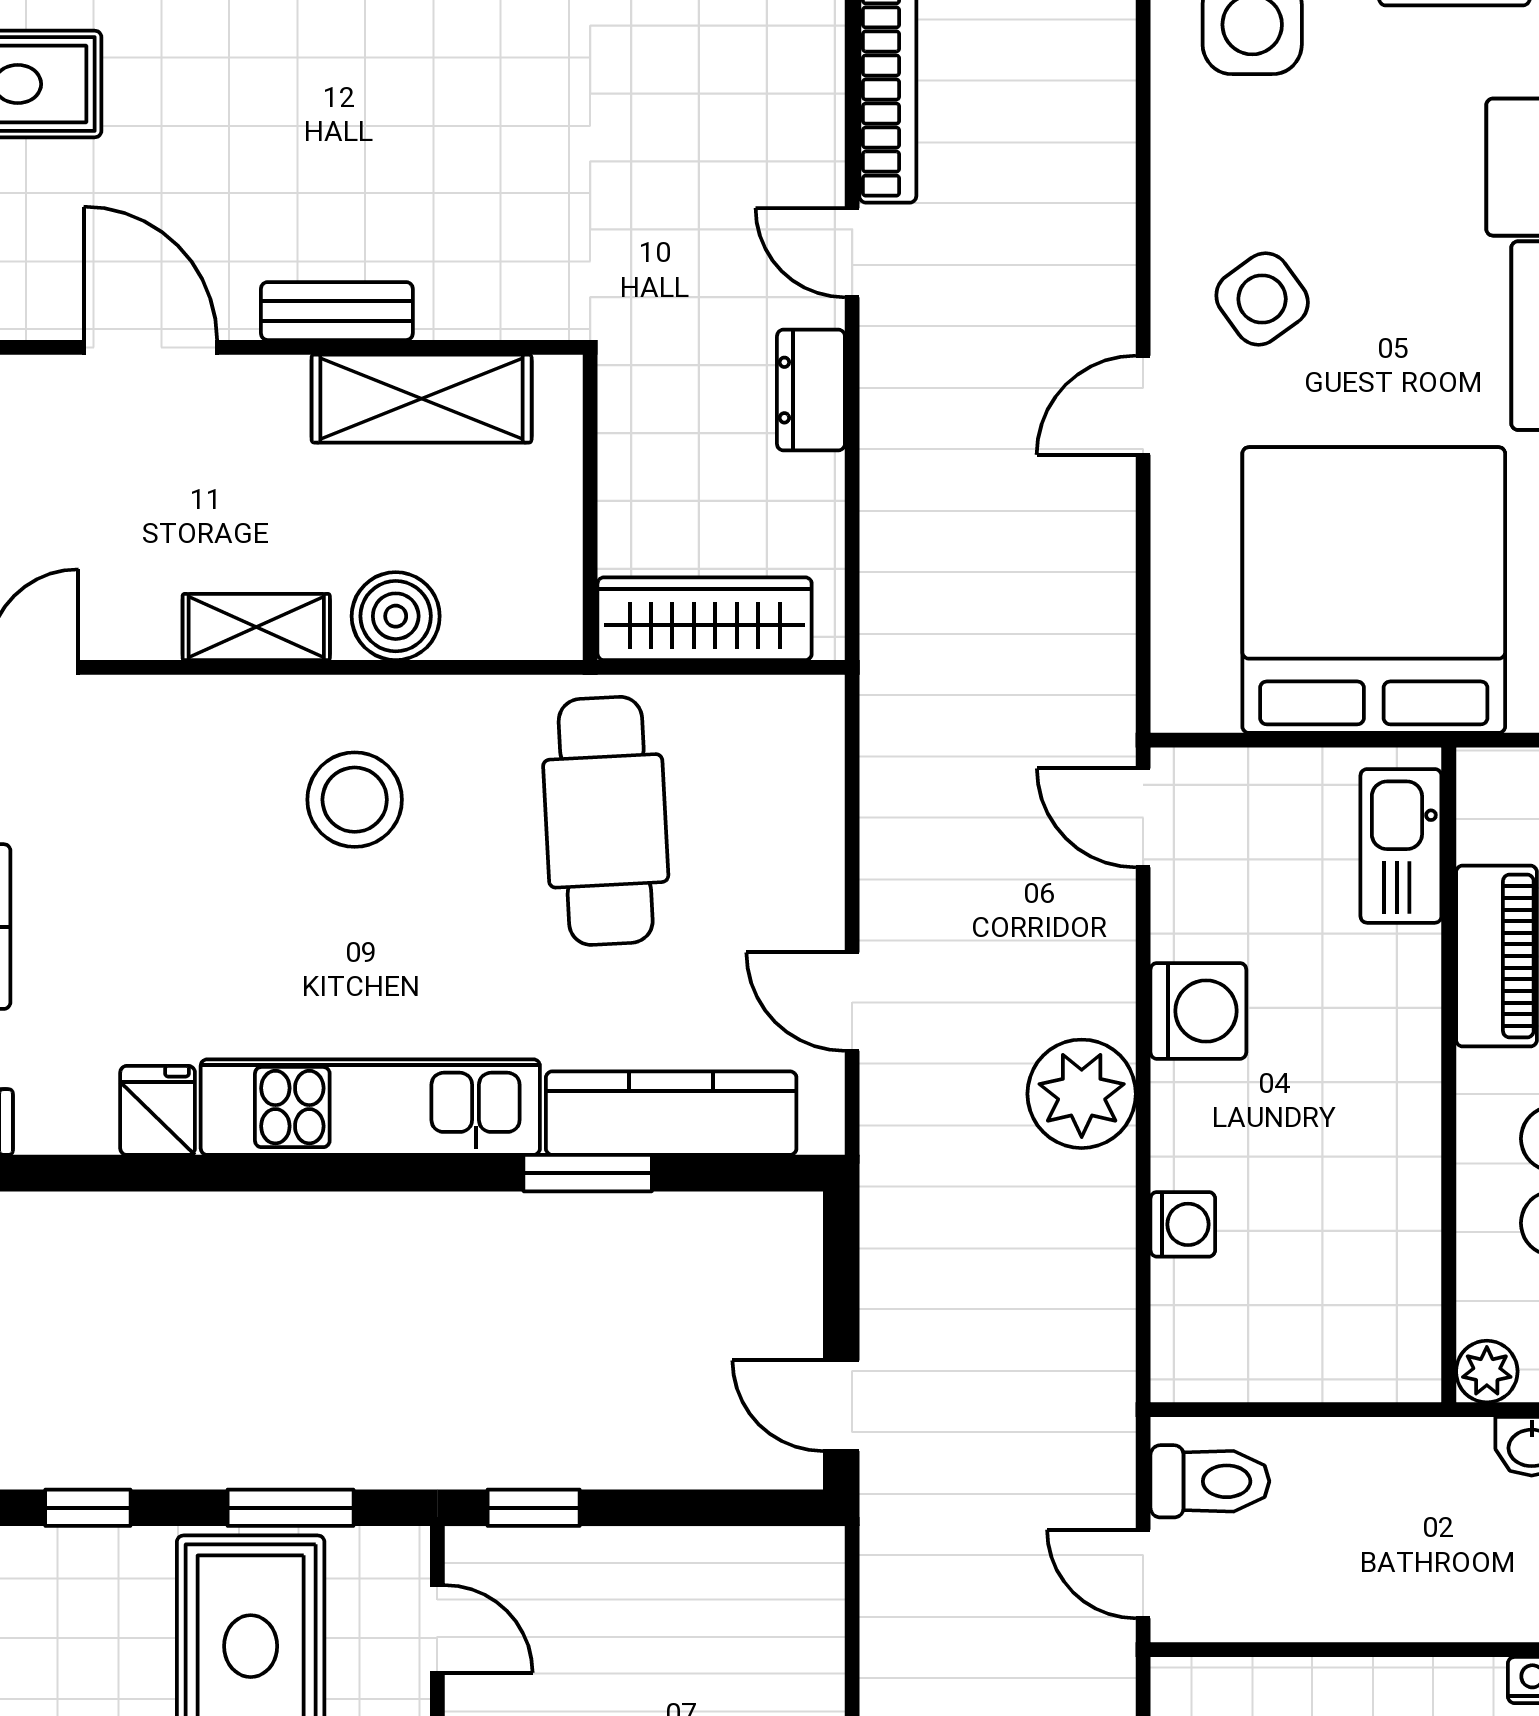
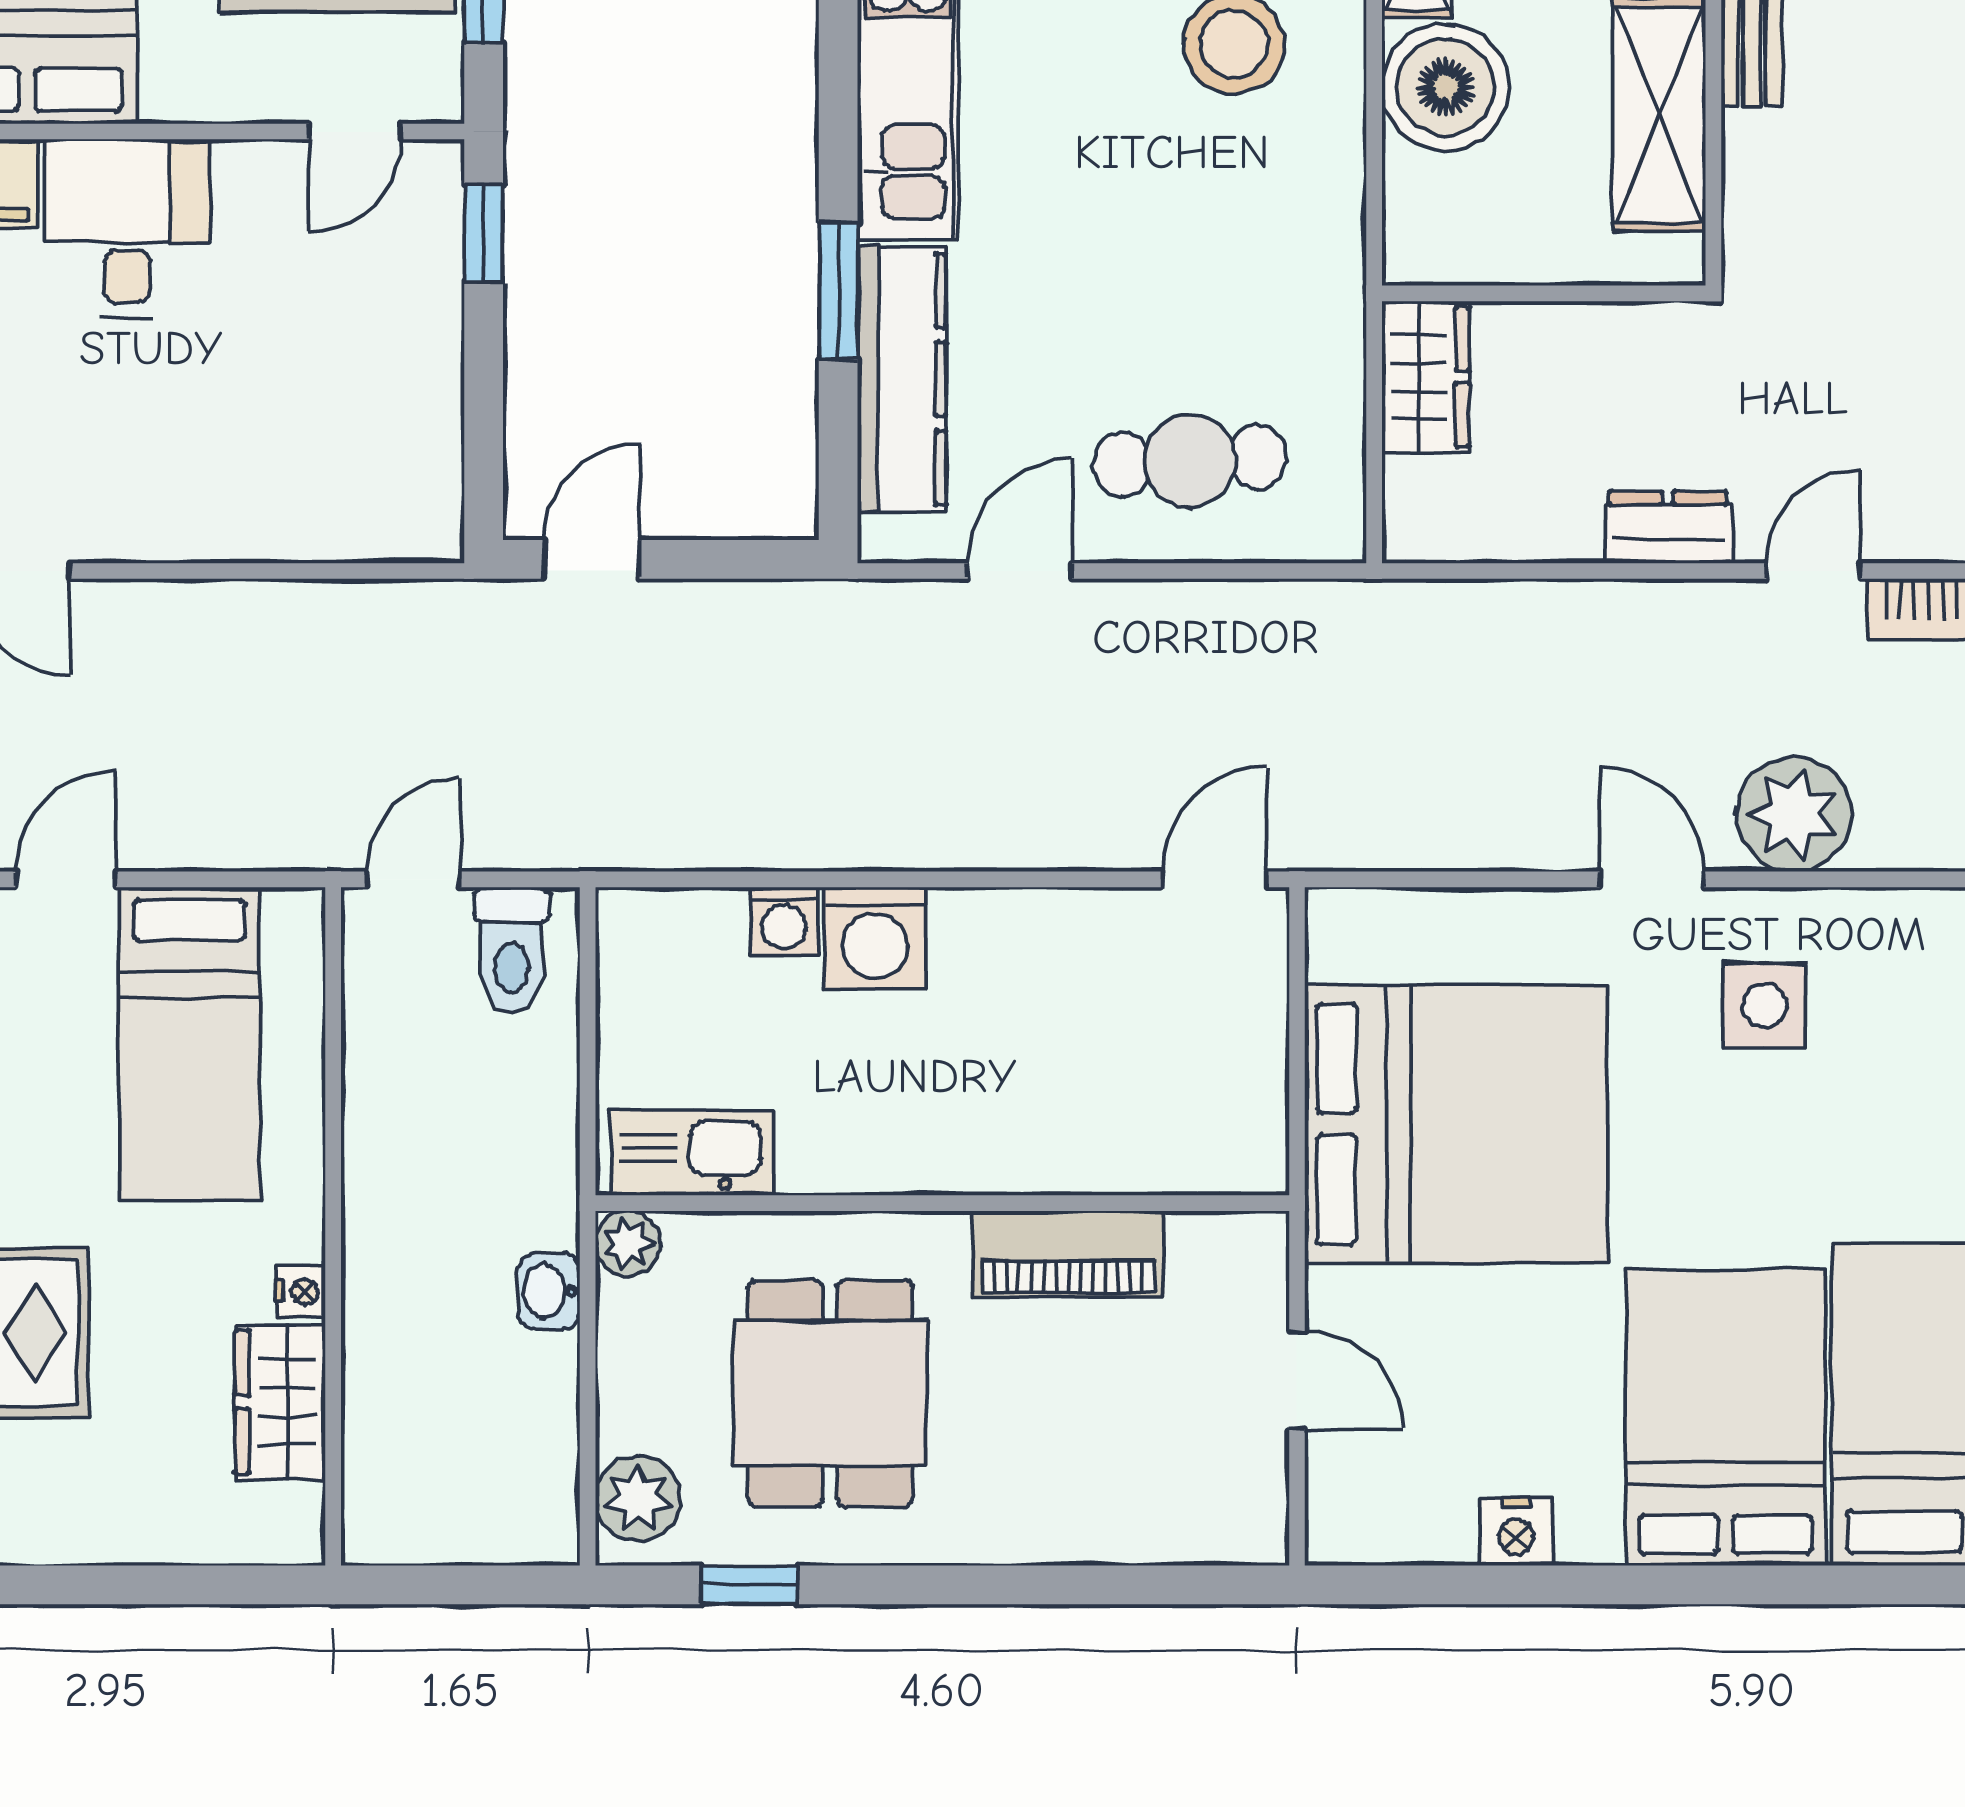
side table: (1262, 299) -> (1764, 1005), turned 36
boiler: (396, 616) -> (1445, 87), width x1.37, depth x1.37
wardrobe: (705, 619) -> (1426, 377), width x0.67
cafe table: (606, 821) -> (1190, 461), moved, width x0.73, depth x0.74
kitchen sink: (1401, 846) -> (692, 1153), moved
washing machine: (1198, 1011) -> (875, 938), moved
plant: (1082, 1094) -> (1794, 814), moved

